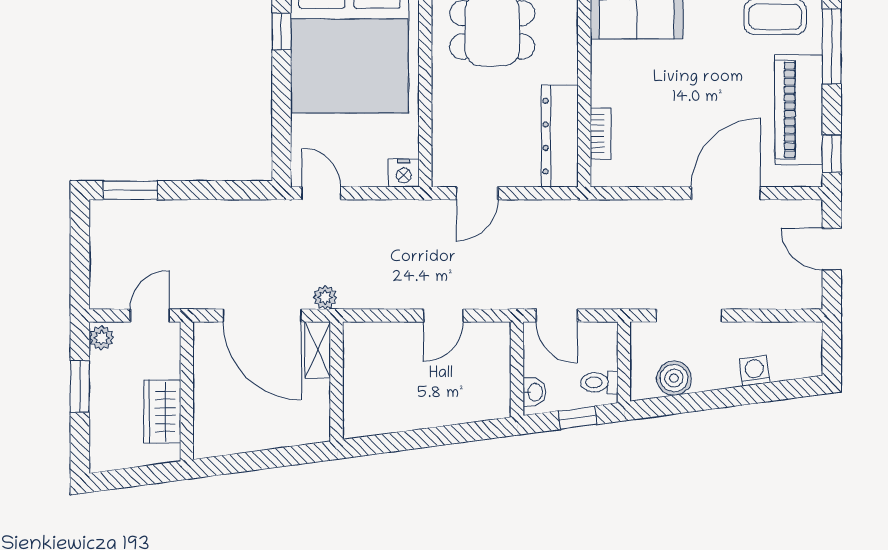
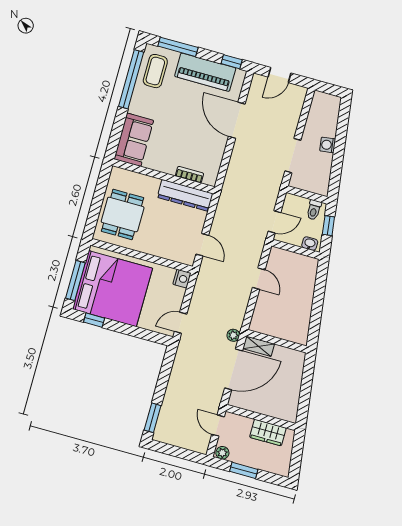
washing machine: (755, 371) -> (328, 145), moved
boiler: (674, 378) -> (322, 172), removed

